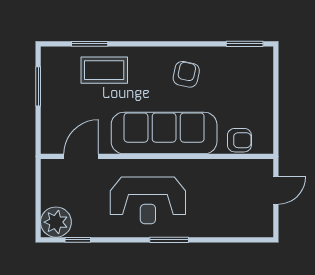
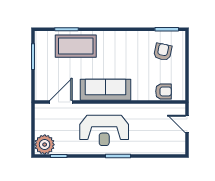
coffee table: (104, 70) -> (76, 46), width x1.36, depth x1.32
armchair: (186, 74) -> (163, 52), moved
sofa: (164, 133) -> (106, 90), width x0.74, depth x0.79
door: (276, 190) -> (187, 124), swing flipped

